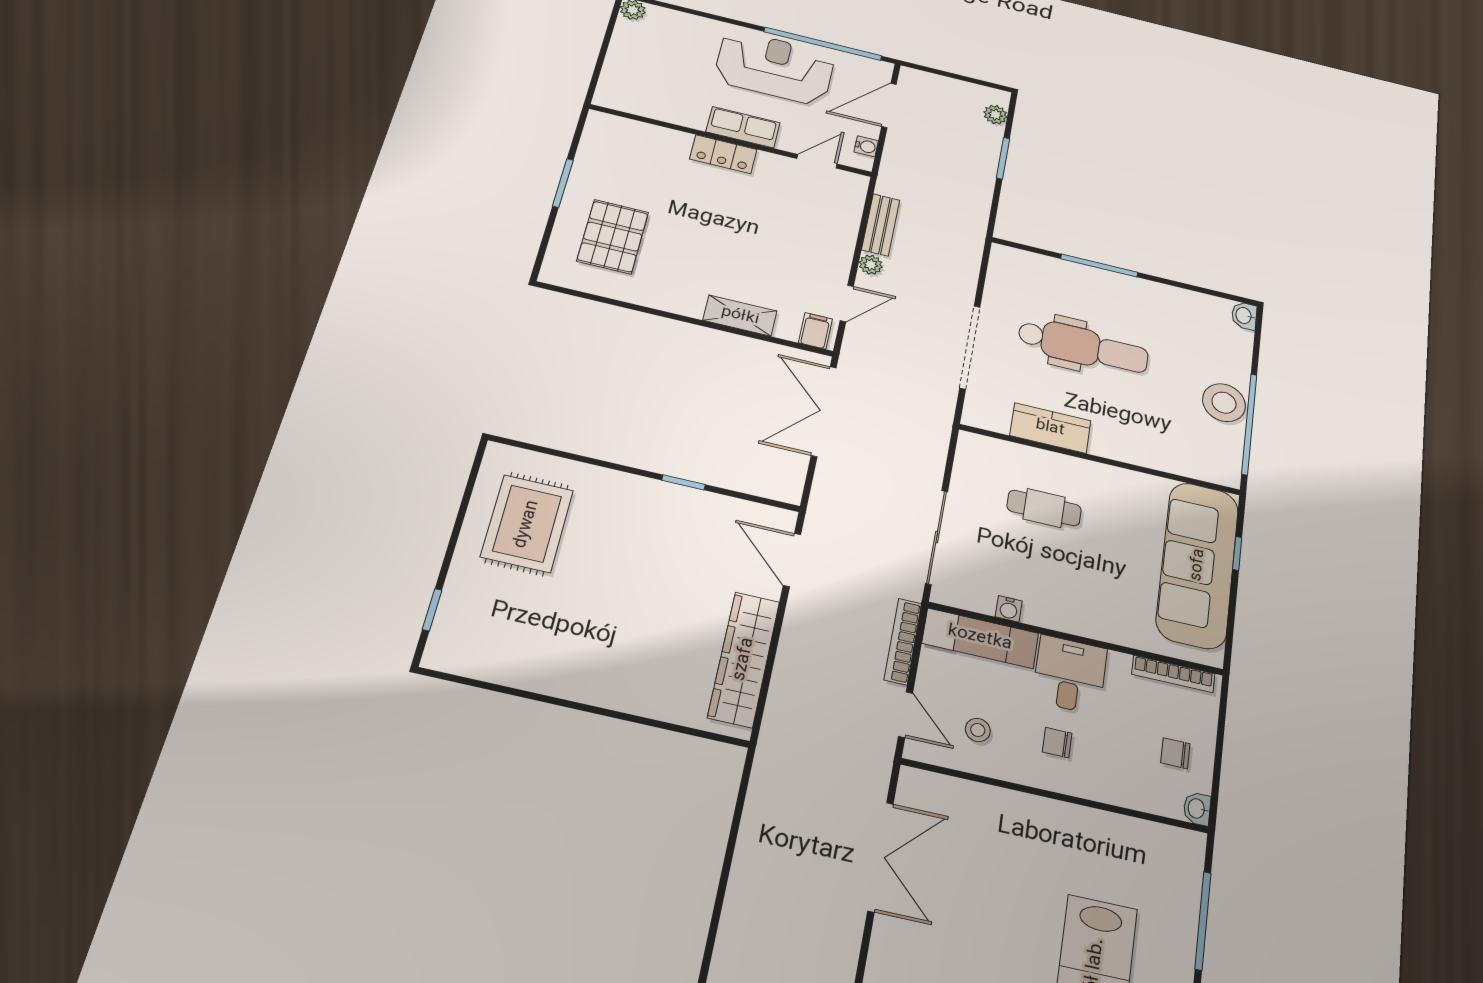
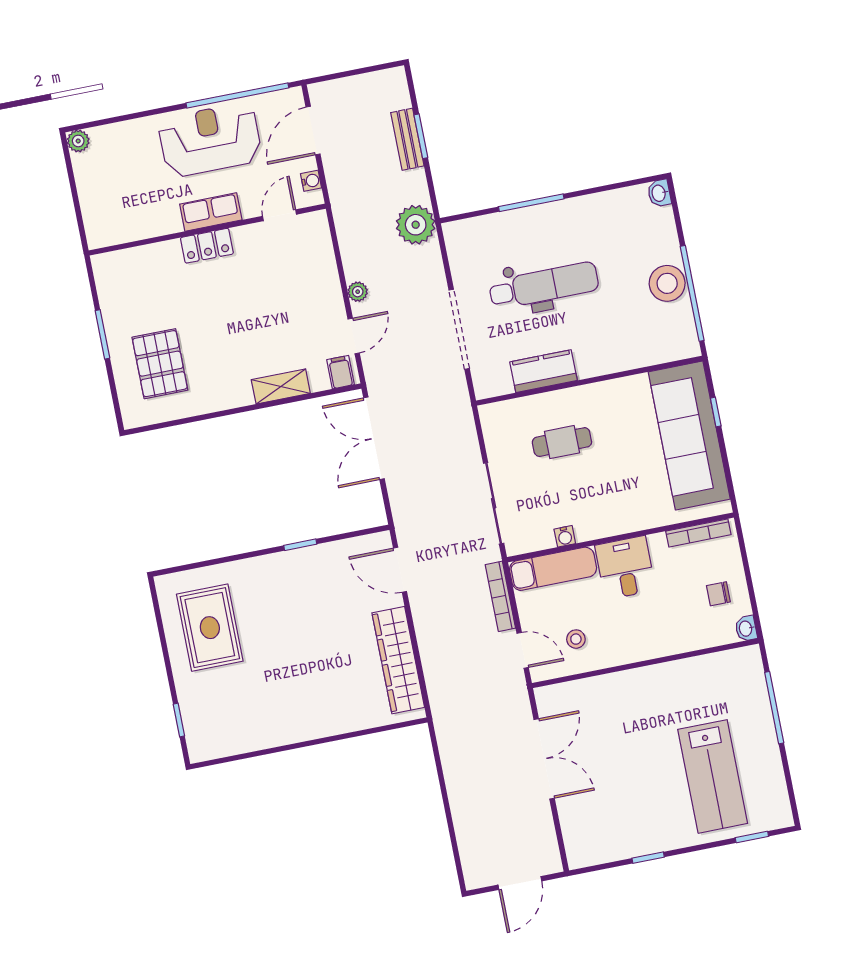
plant: (995, 115) -> (416, 225), moved, width x1.87, depth x1.87
bench: (881, 225) -> (407, 139), moved
chair: (1057, 743) -> (634, 623), removed

